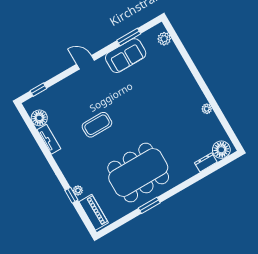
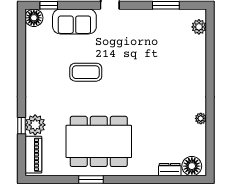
sofa: (126, 56) -> (74, 21), moved
floor lamp: (39, 118) -> (34, 18), moved
tv unit: (49, 139) -> (31, 59), removed
plant: (78, 190) -> (35, 125), width x1.88, depth x1.88

